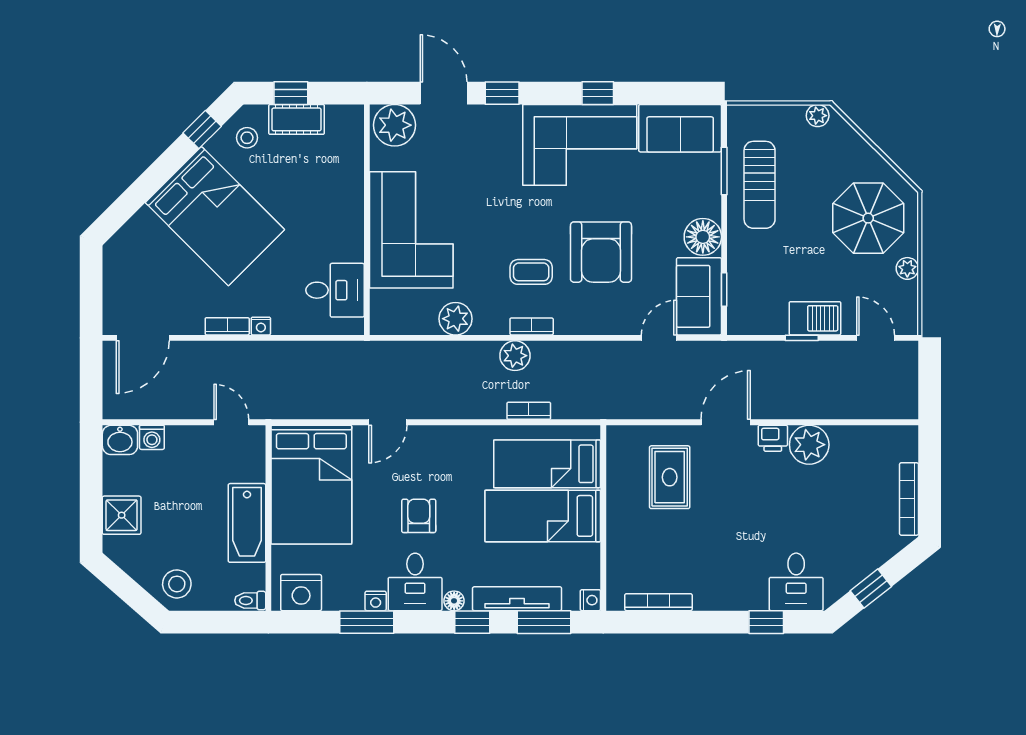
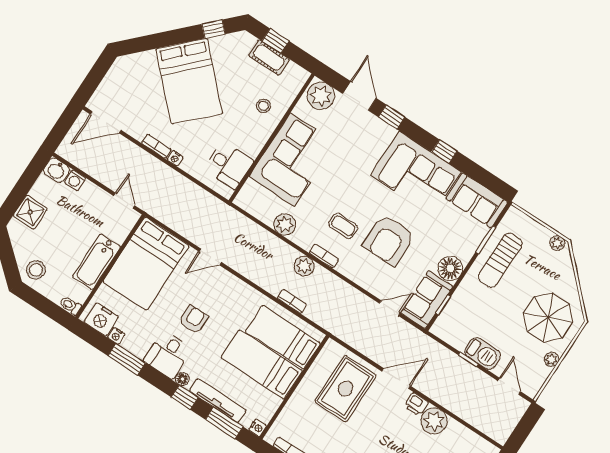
stool: (247, 138) -> (264, 106), moved
rug: (670, 477) -> (346, 389), width x1.36, depth x1.43
nightstand: (376, 601) -> (116, 336), moved

